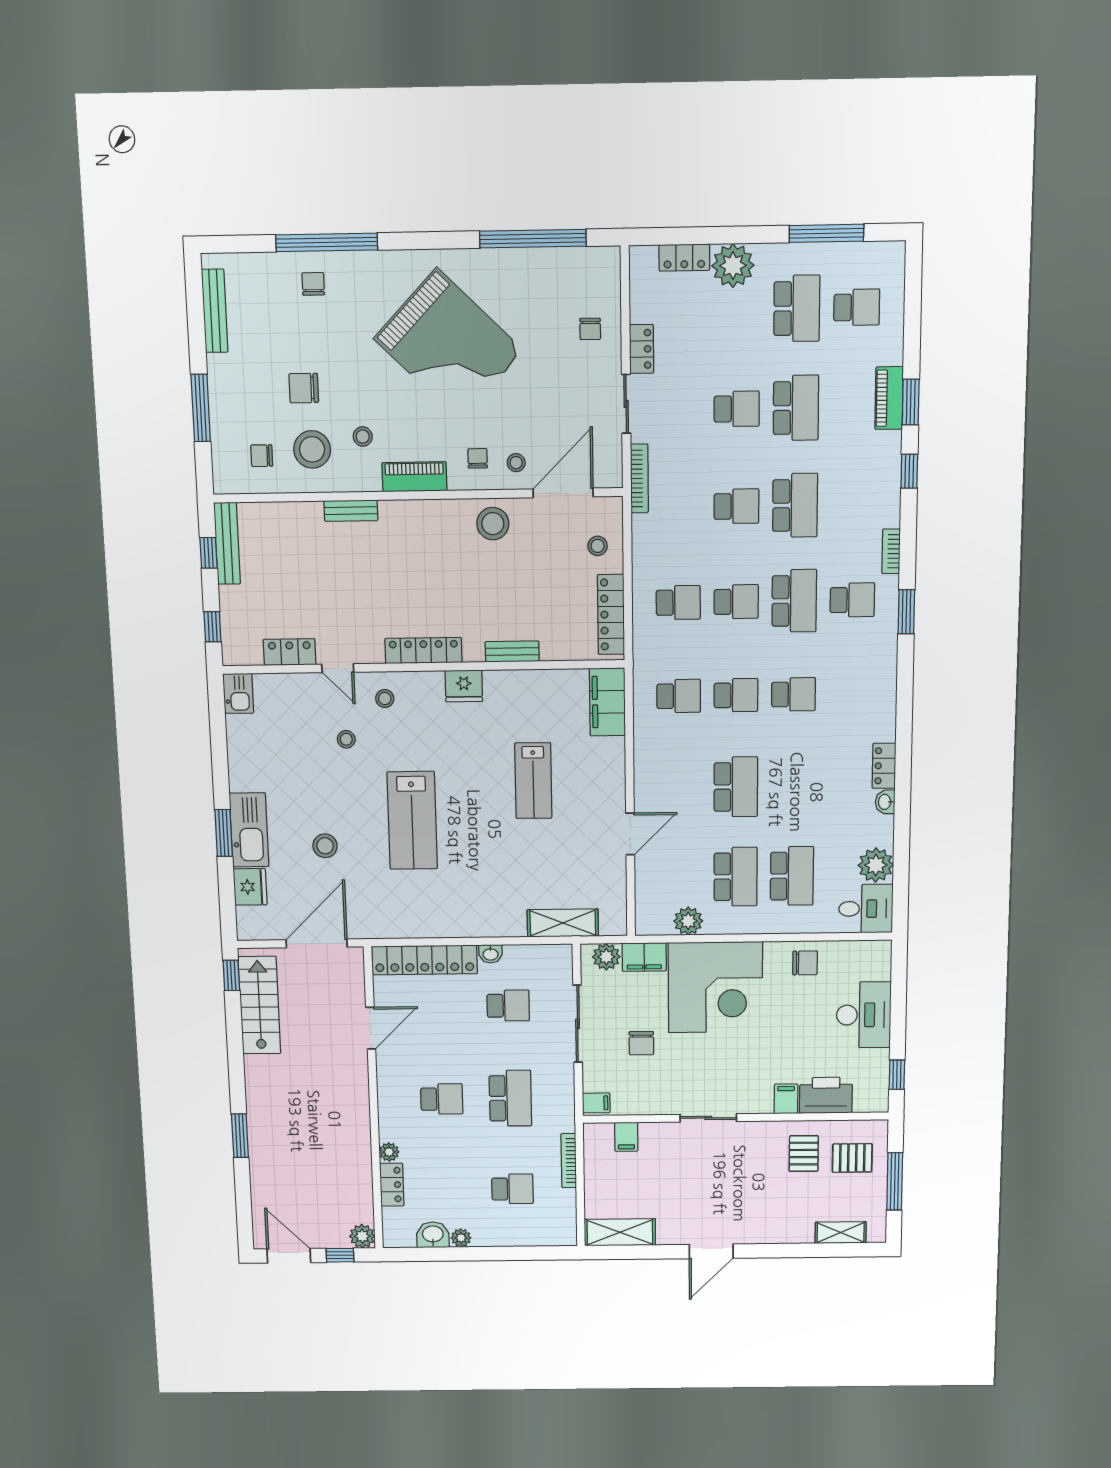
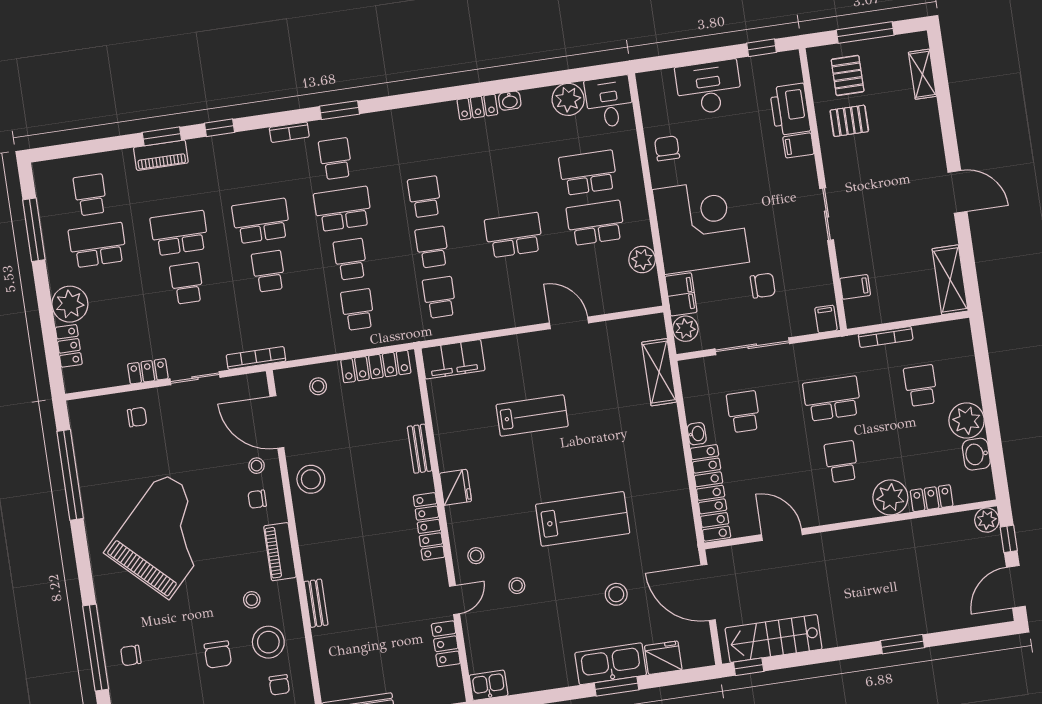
plant: (389, 1152) -> (890, 497), width x1.88, depth x1.88
plant: (461, 1238) -> (967, 421), width x1.88, depth x1.88

